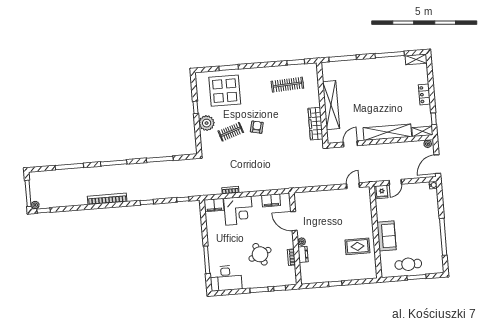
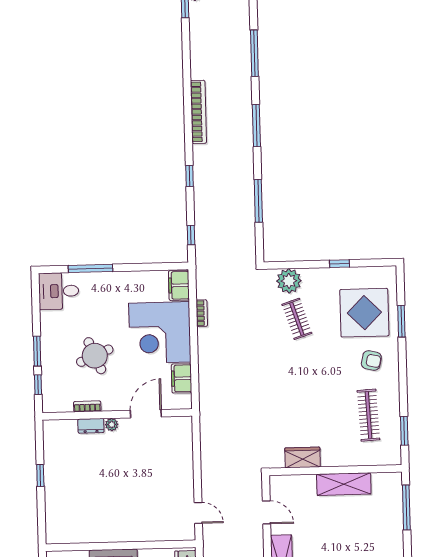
shelving: (331, 105) -> (344, 484), width x0.68
plant: (207, 123) -> (289, 281), moved
wardrobe: (315, 124) -> (303, 457), width x0.67
armchair: (257, 127) -> (371, 360), moved
corner desk: (238, 211) -> (160, 333), width x1.36, depth x1.36
rug: (357, 246) -> (99, 515), removed
desk: (226, 278) -> (59, 291), width x0.73

